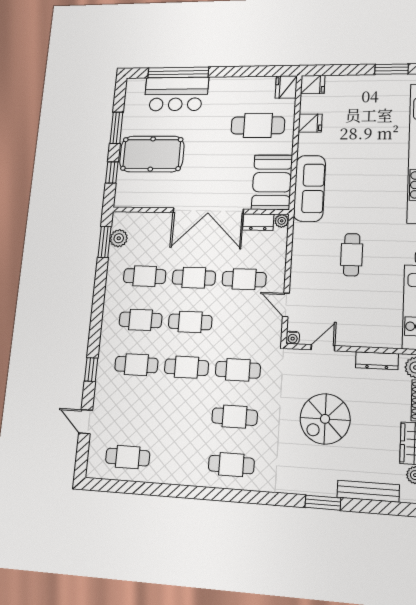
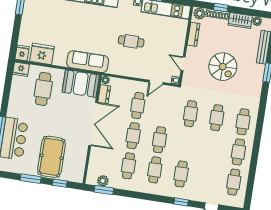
fridge: (310, 123) -> (42, 54), width x1.88, depth x1.34
cafe table: (187, 367) -> (238, 152), moved

